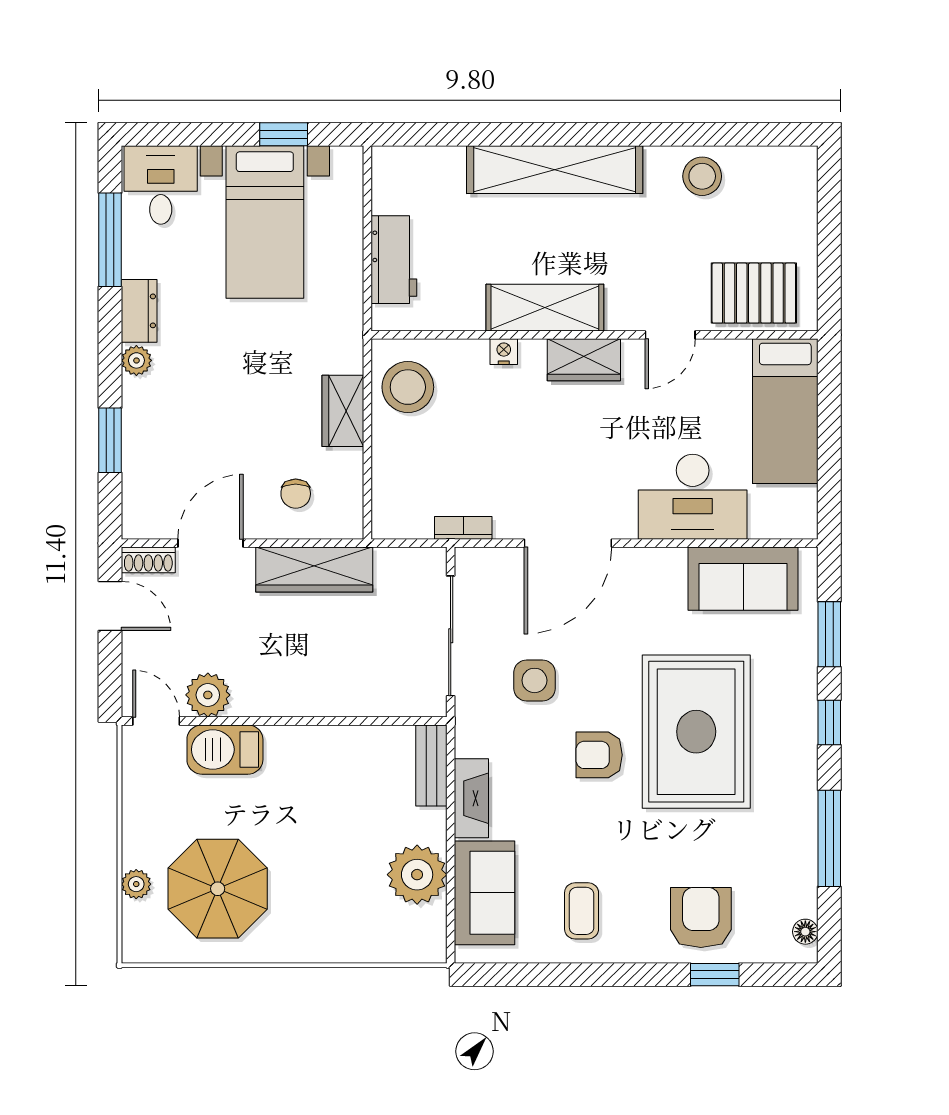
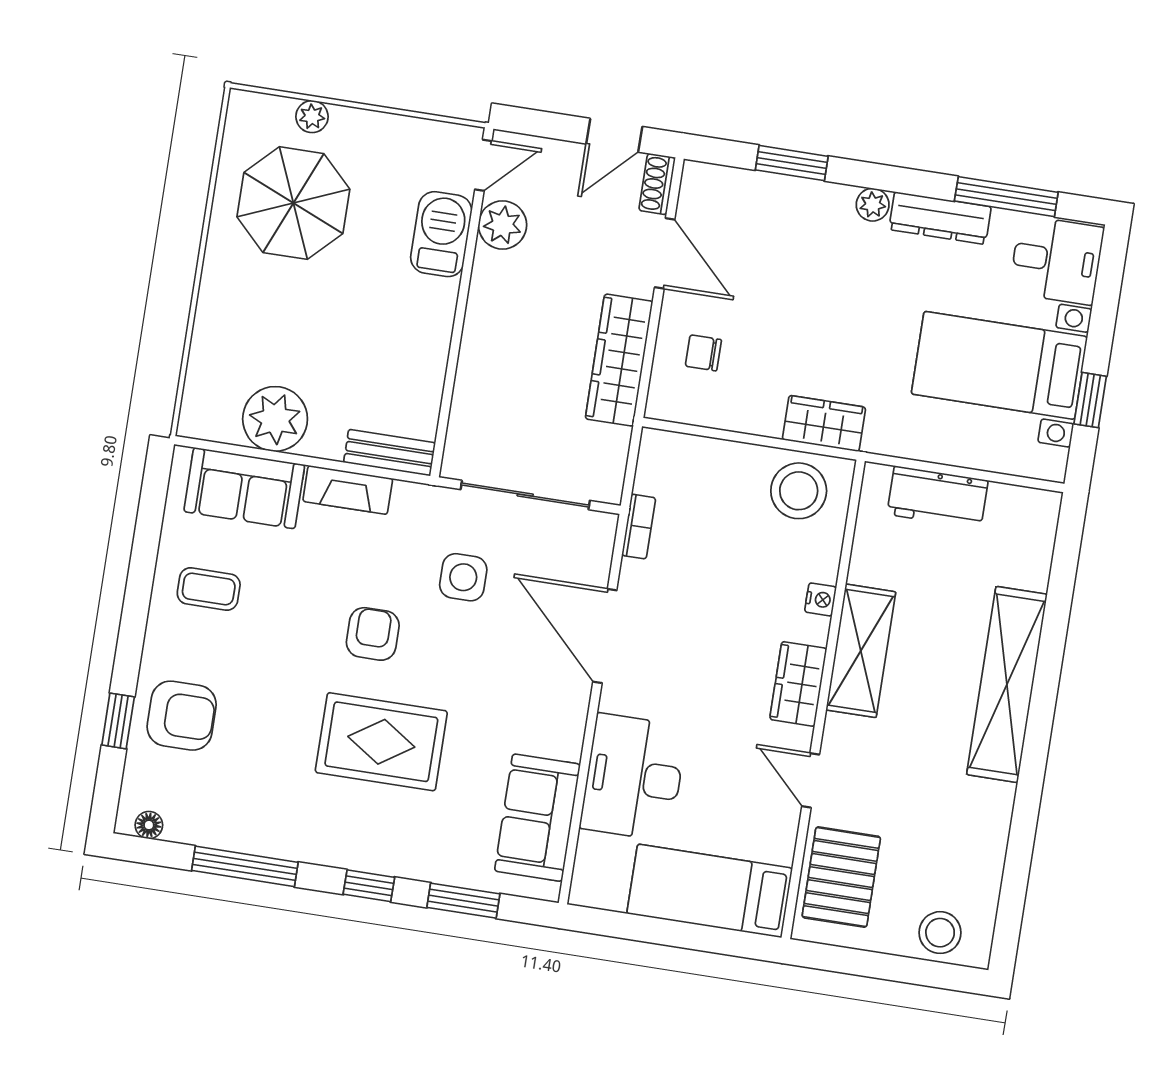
stool: (702, 176) -> (940, 933), moved
dresser: (139, 311) -> (940, 218), width x1.44
wardrobe: (343, 411) -> (824, 423), moved
rug: (696, 732) -> (381, 742), width x0.73, depth x0.69

